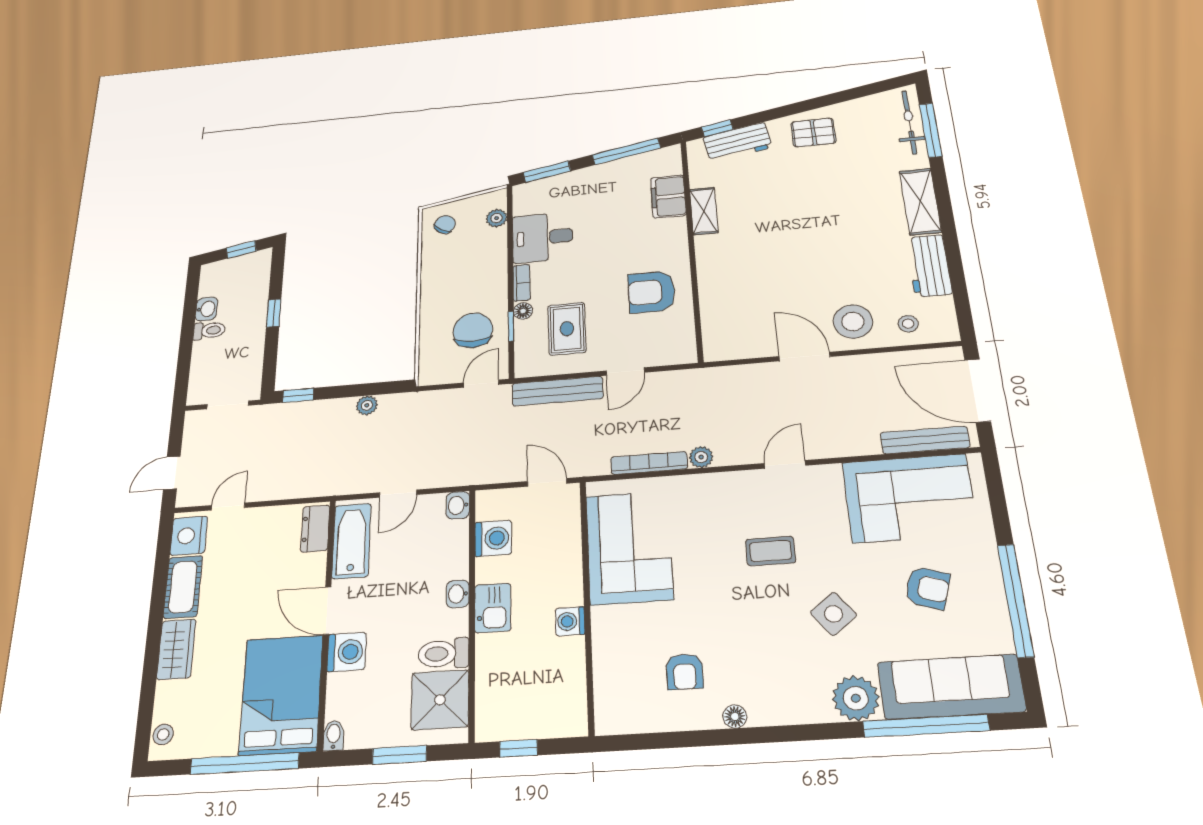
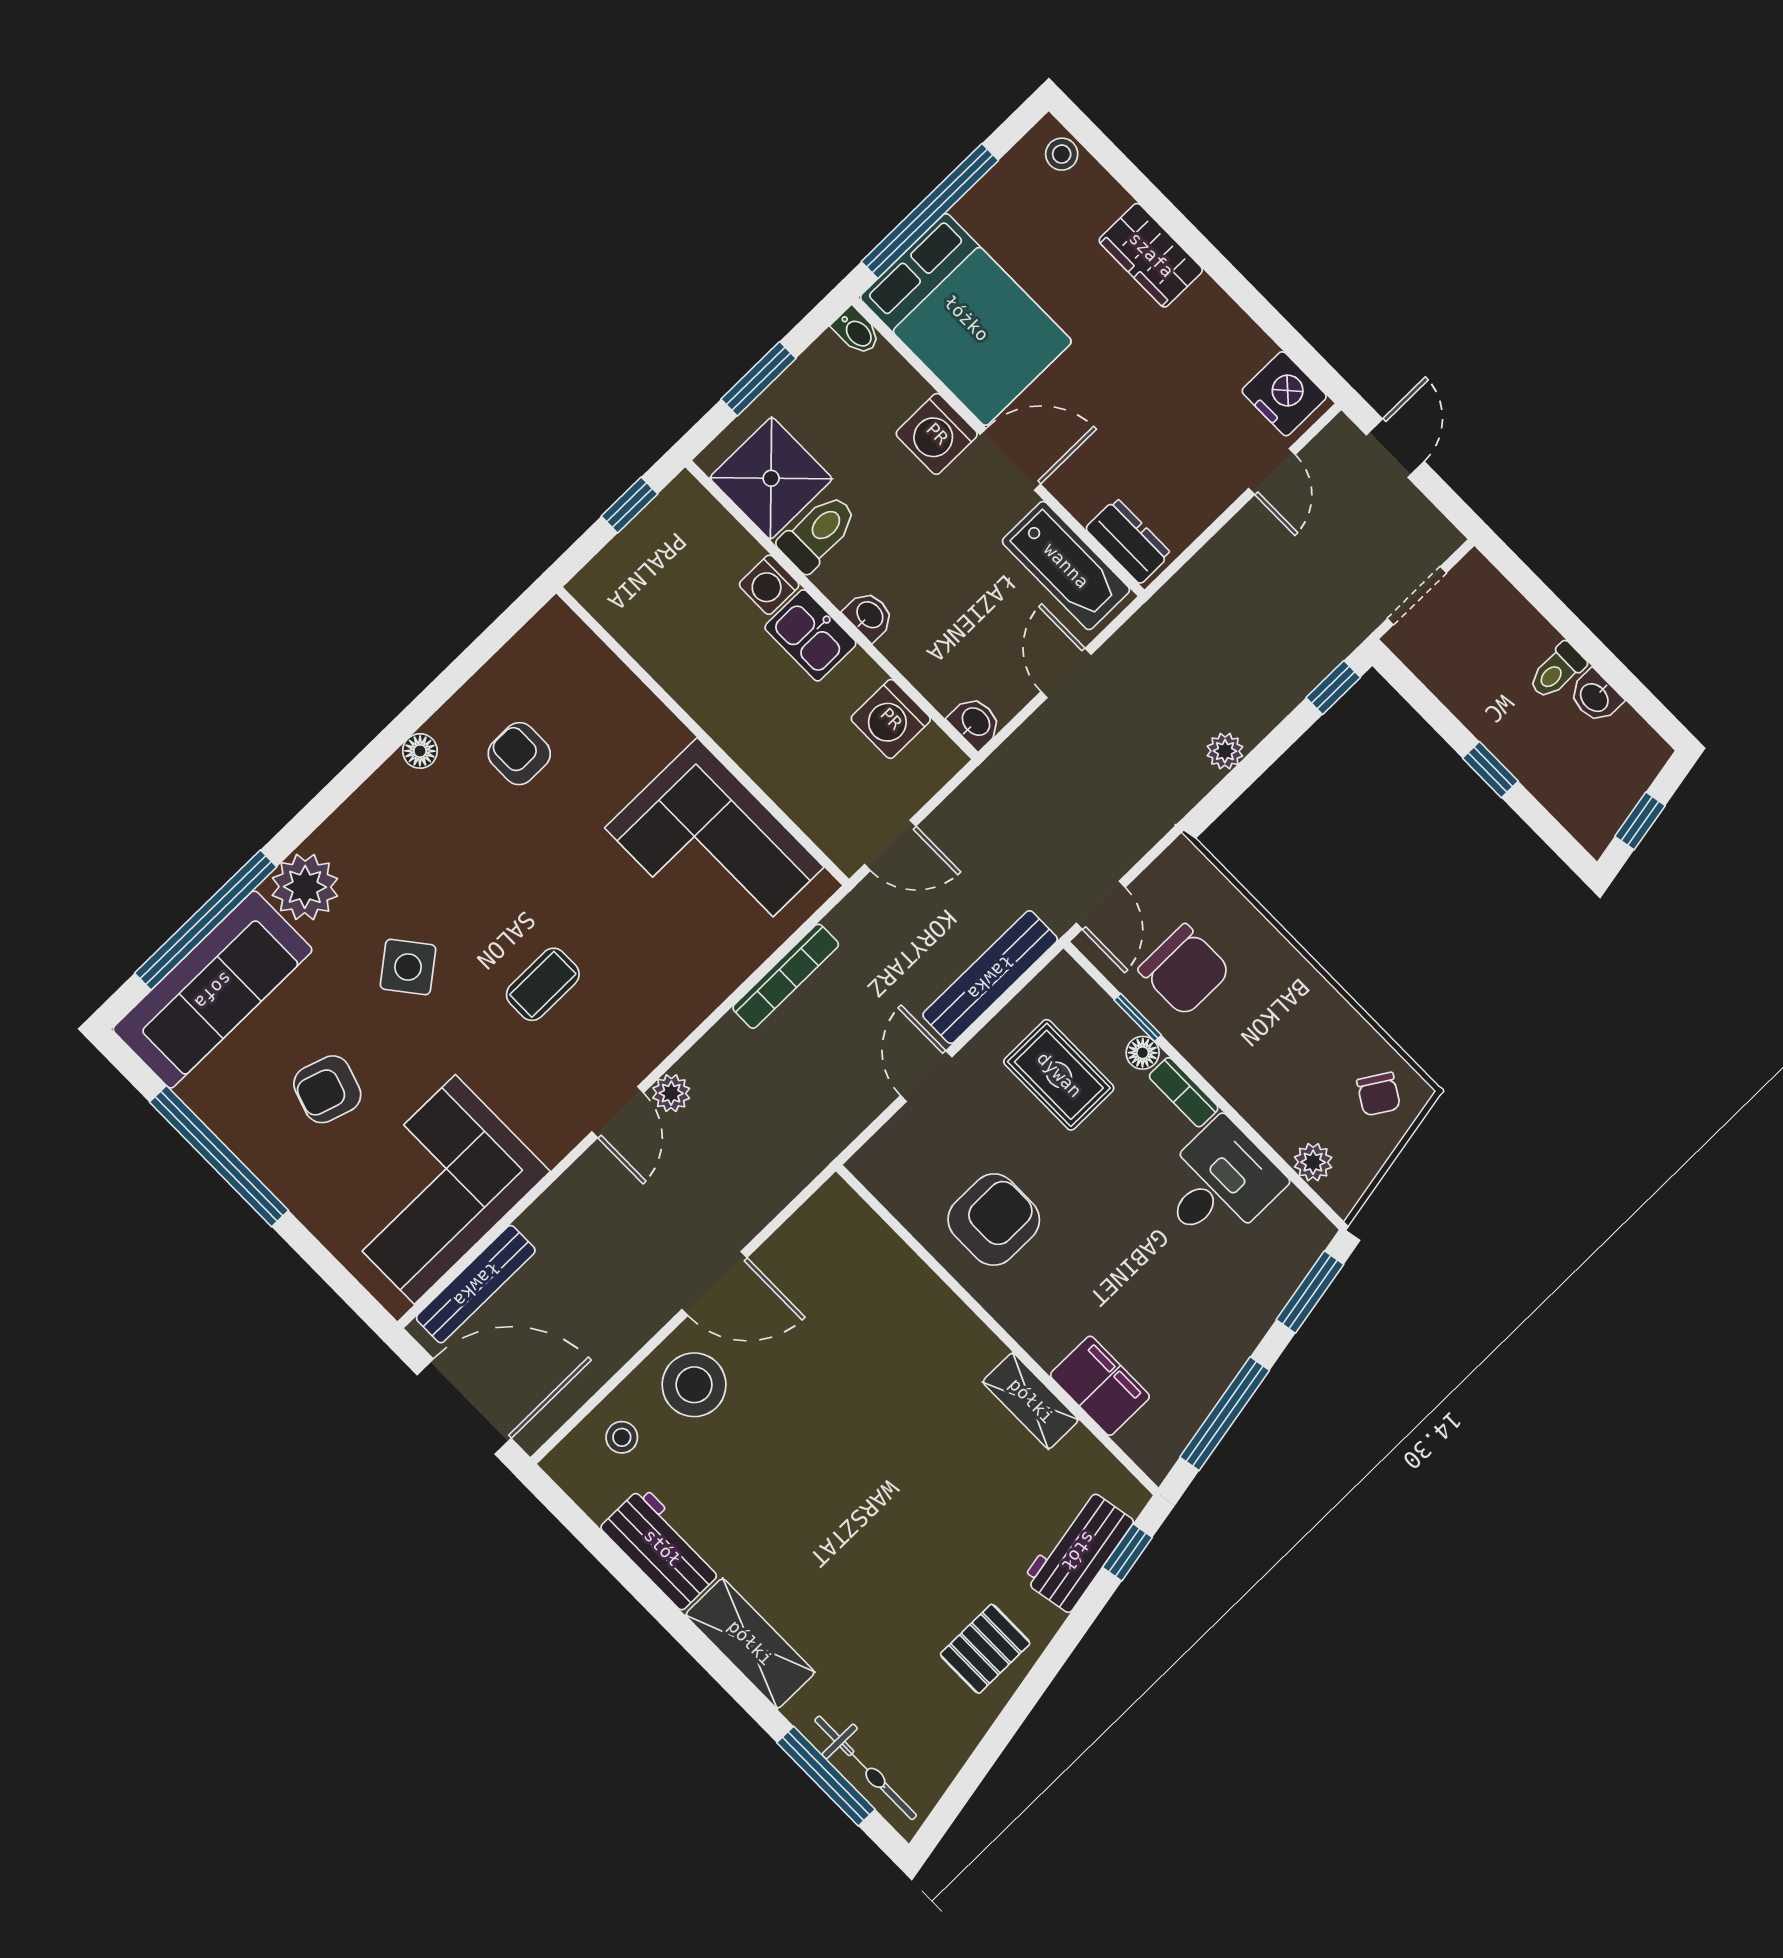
plant: (701, 457) -> (671, 1093), moved
cot: (183, 587) -> (1223, 330), removed
washing machine: (570, 621) -> (769, 585), moved, turned 180

